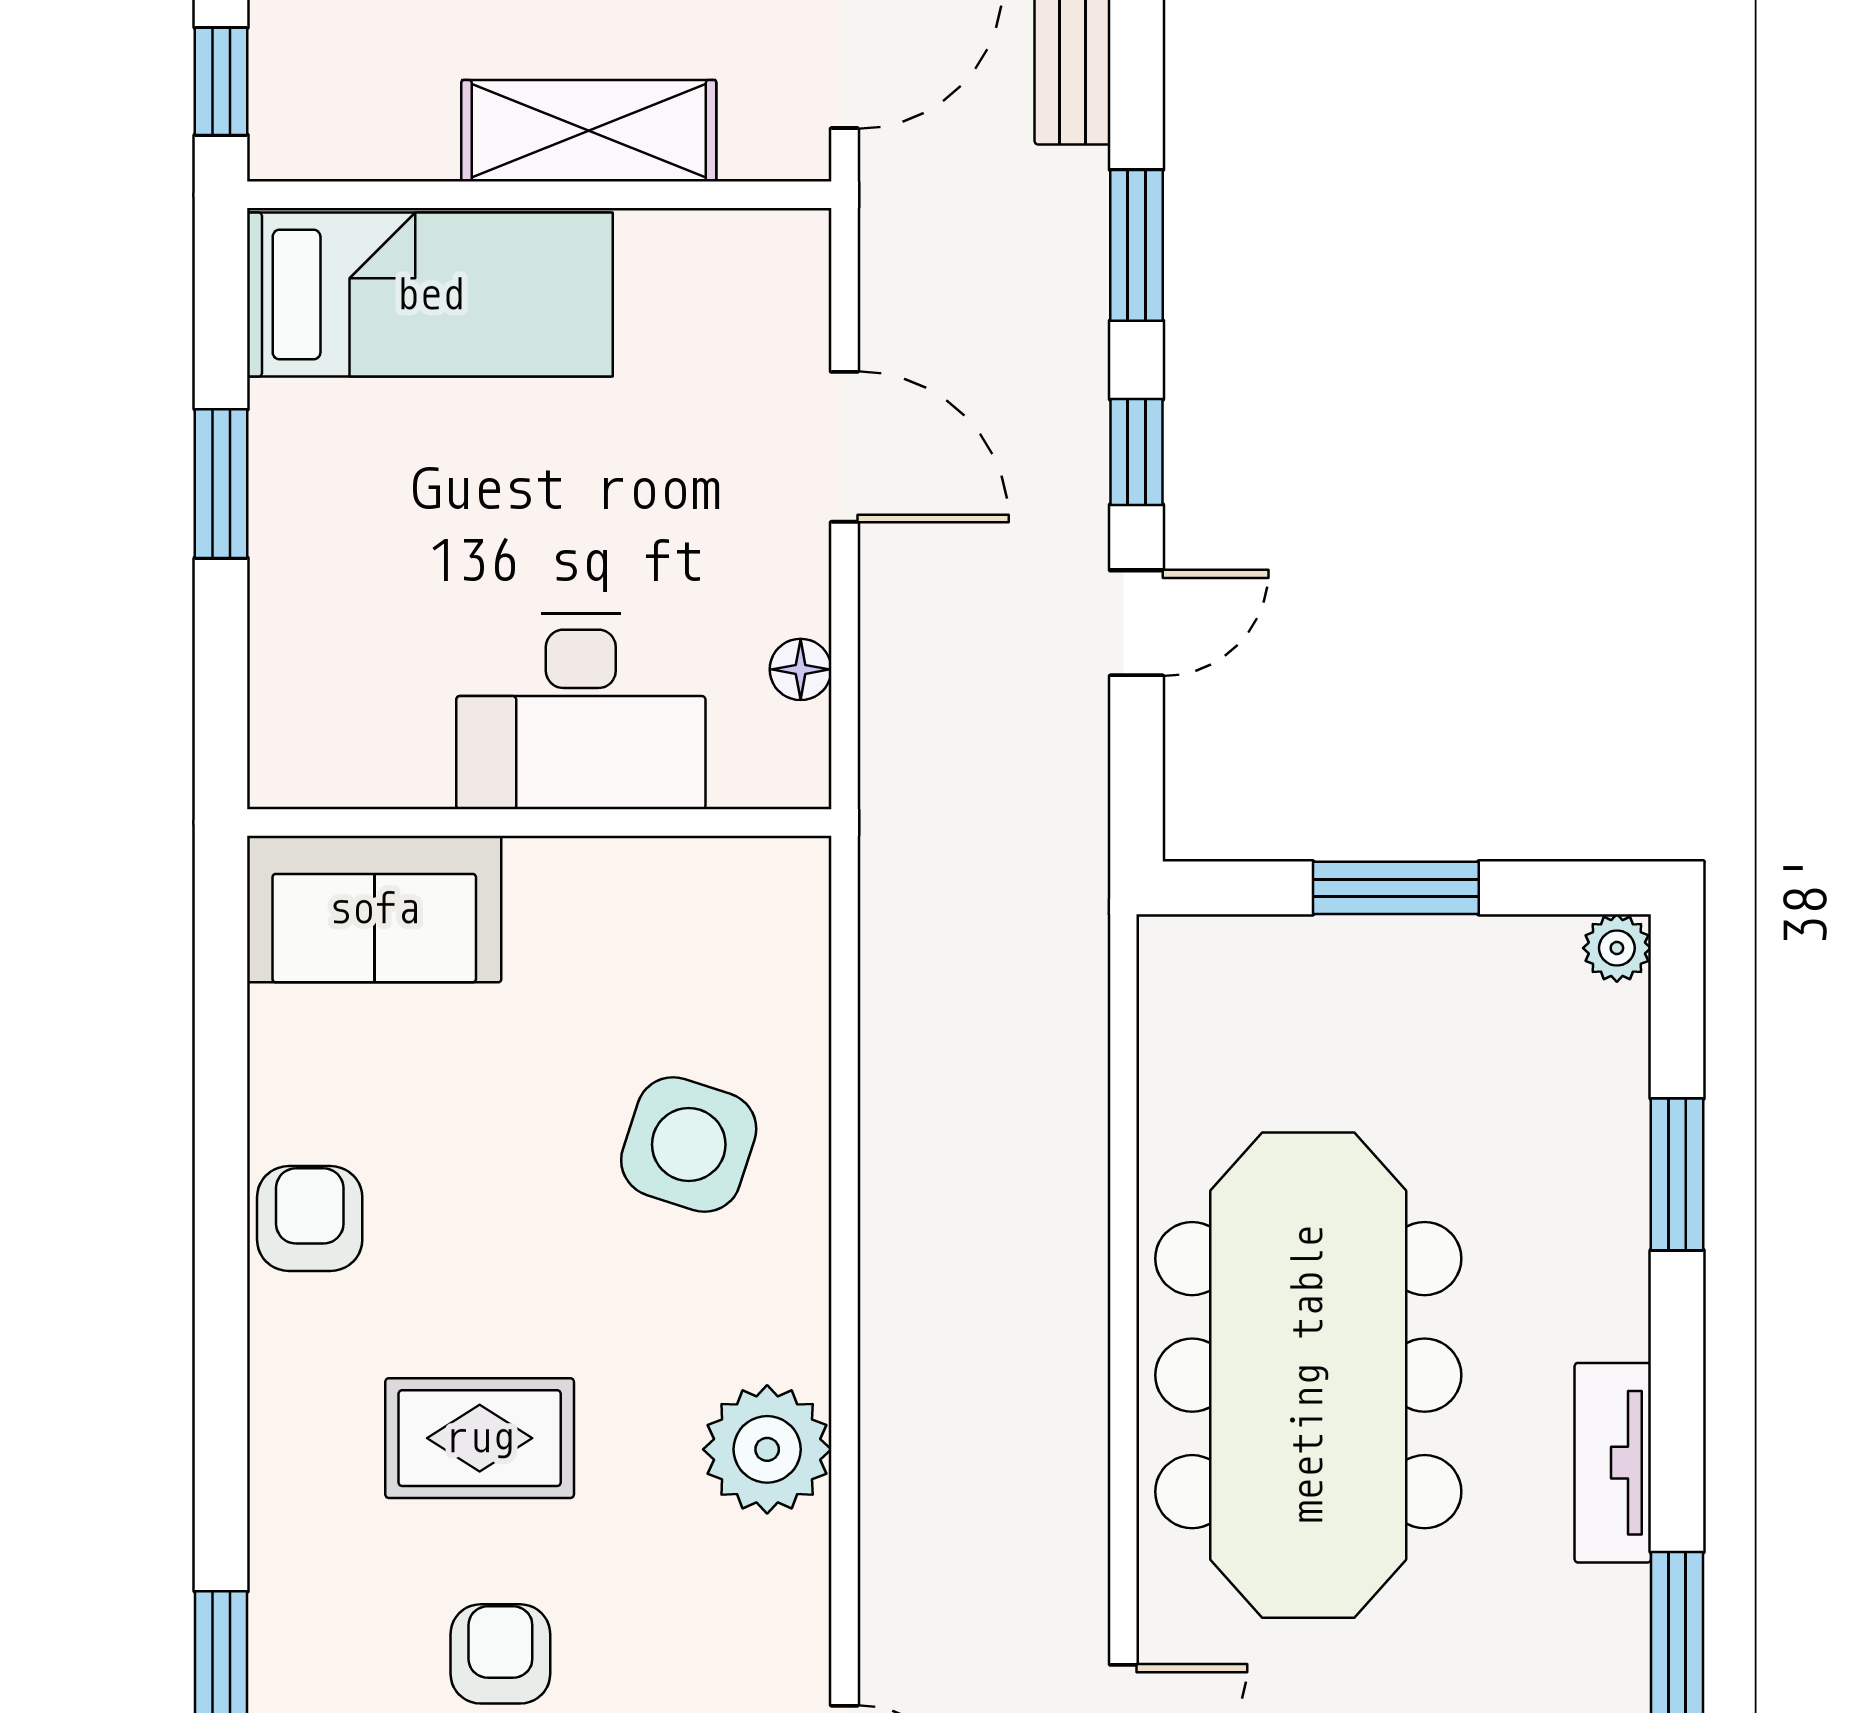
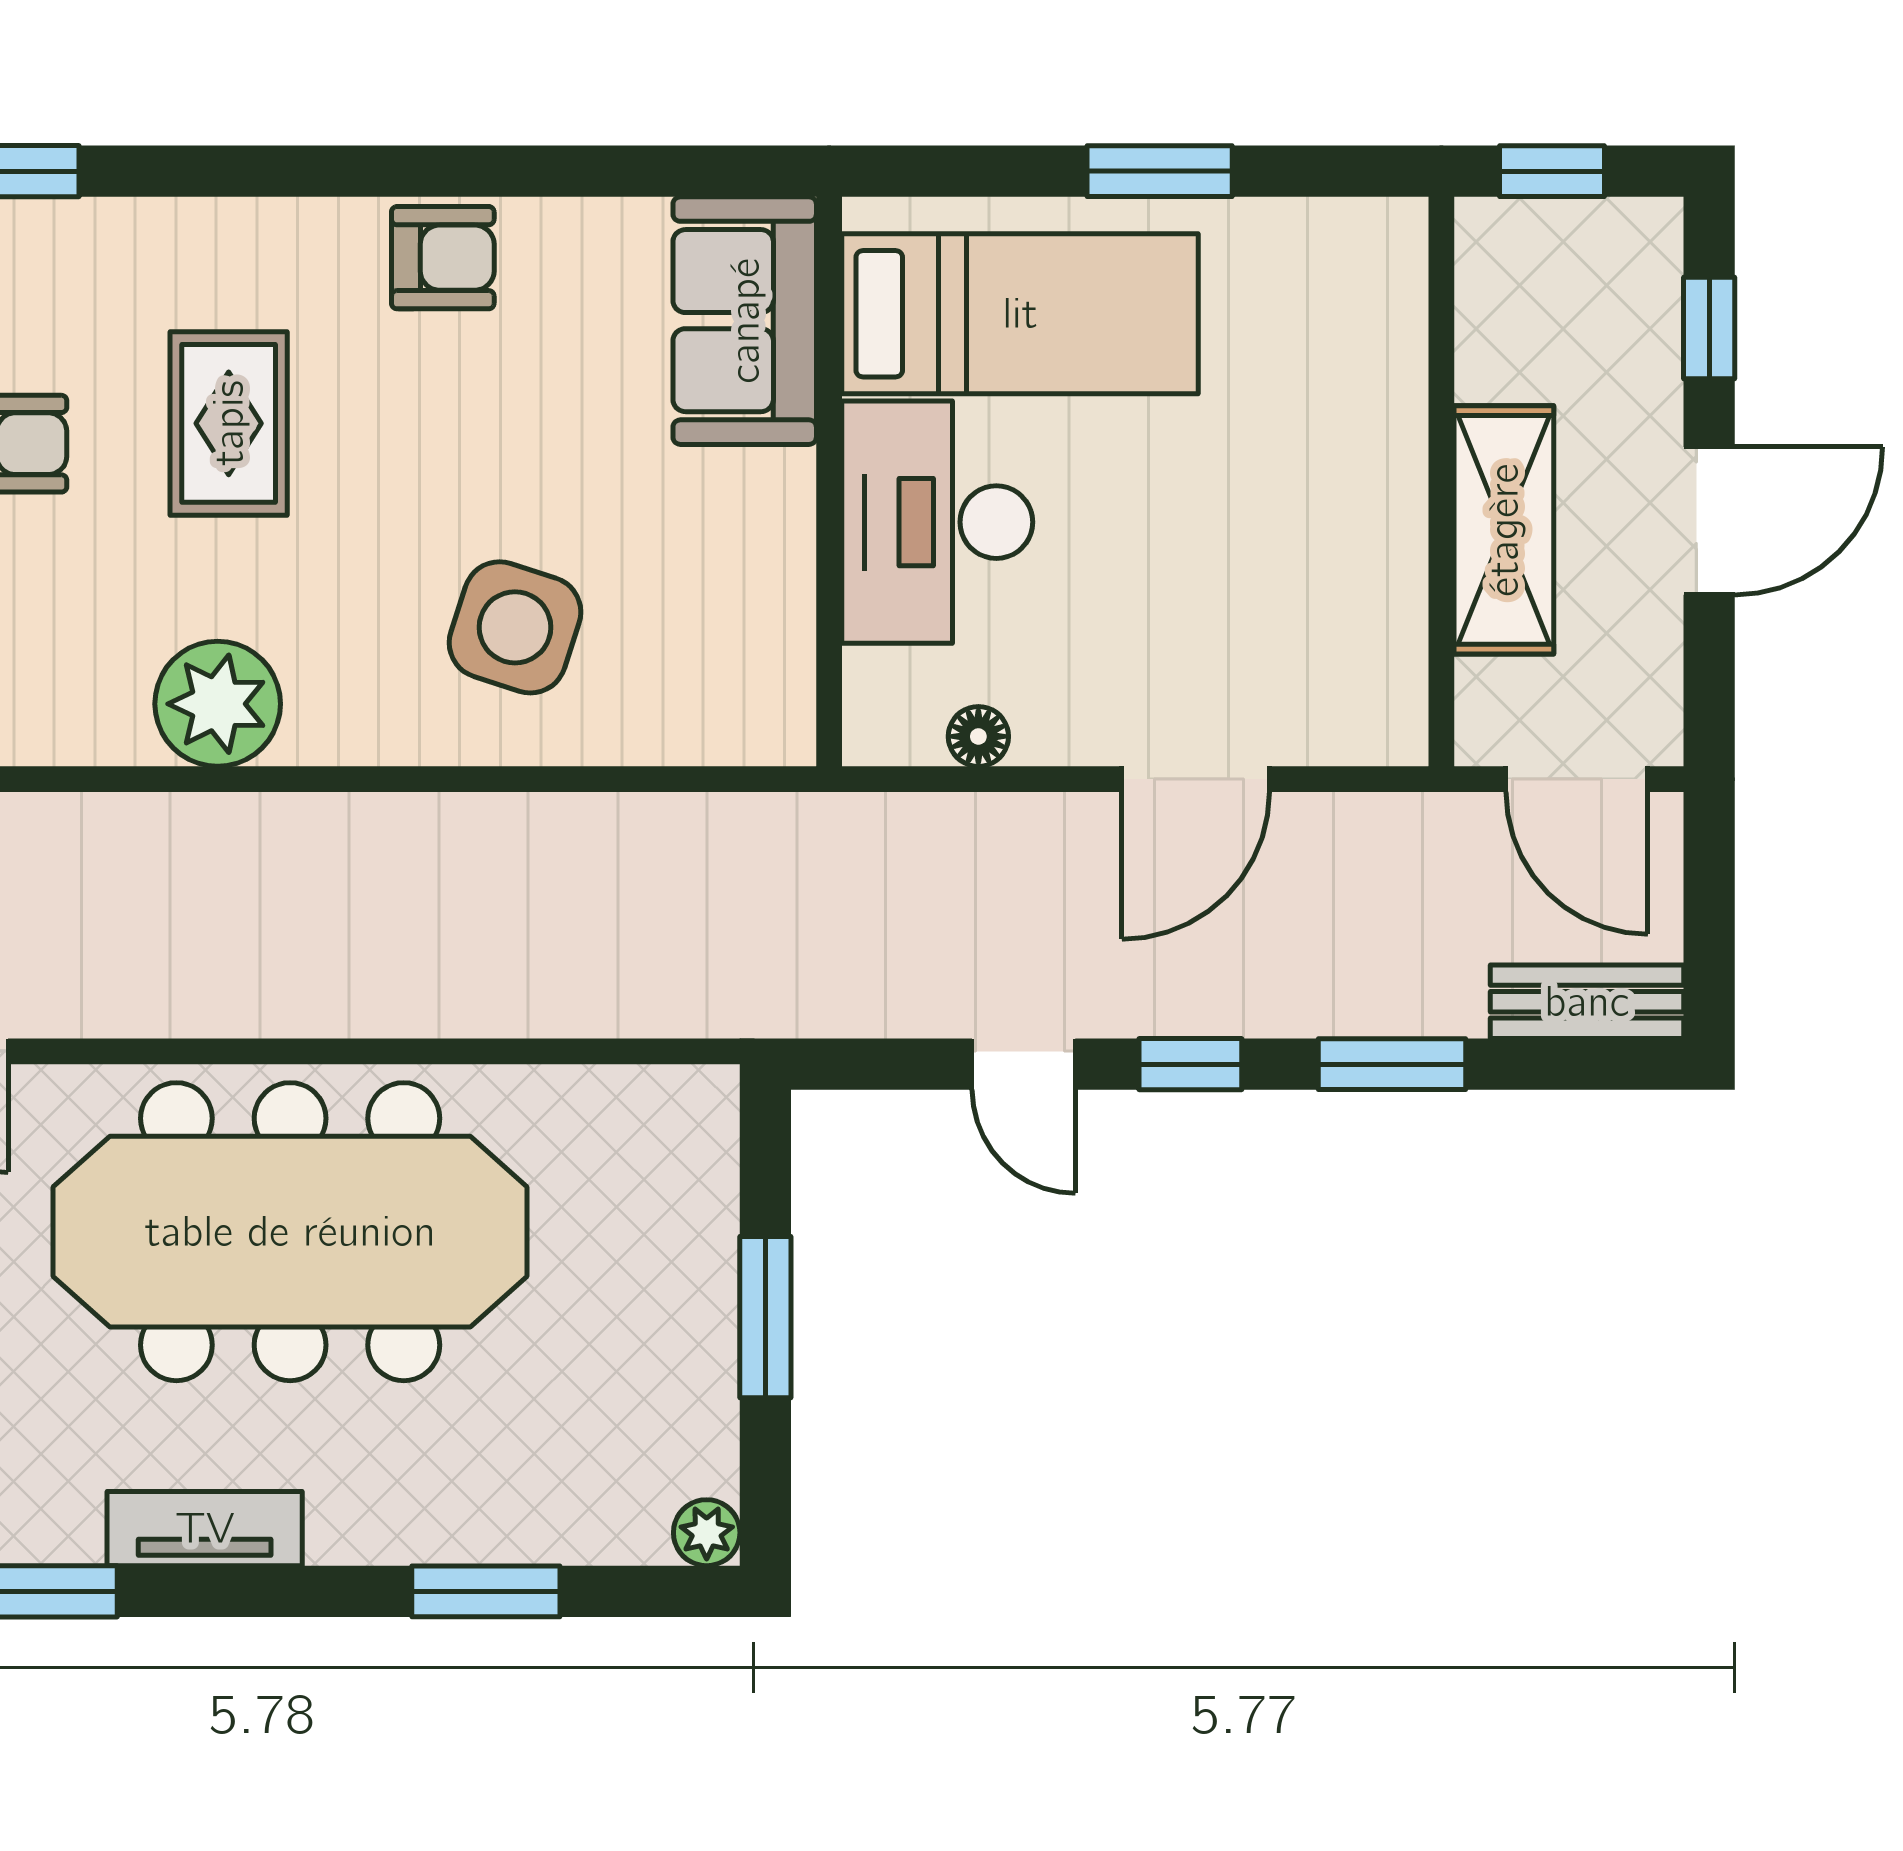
bed: (430, 295) -> (1020, 314), moved, turned -90

